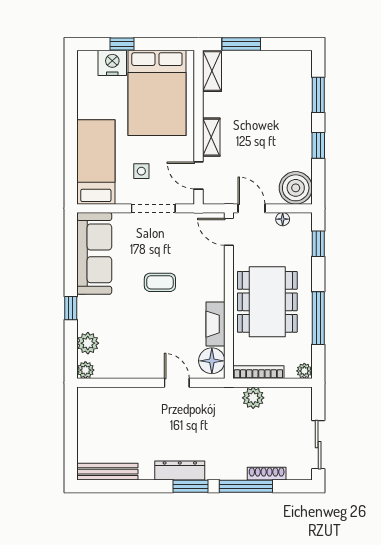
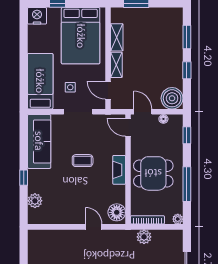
nightstand: (112, 63) -> (37, 16), moved
shelving: (212, 71) -> (117, 37), moved
dining table: (267, 302) -> (153, 173), width x0.73
fireplace: (215, 324) -> (119, 170), moved
plant: (85, 370) -> (33, 218), removed

